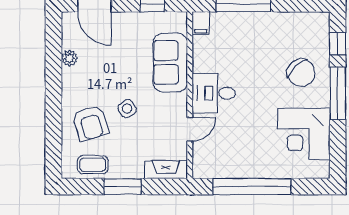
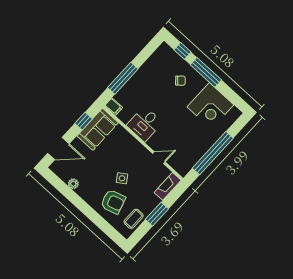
sofa: (170, 62) -> (98, 129), moved, turned -90
chair: (301, 73) -> (180, 81), width x0.54, depth x0.54
desk: (214, 93) -> (145, 124), moved
door: (190, 129) -> (159, 158), hinge flipped

